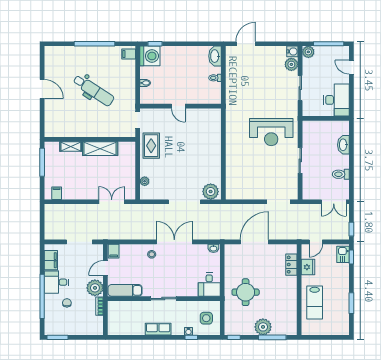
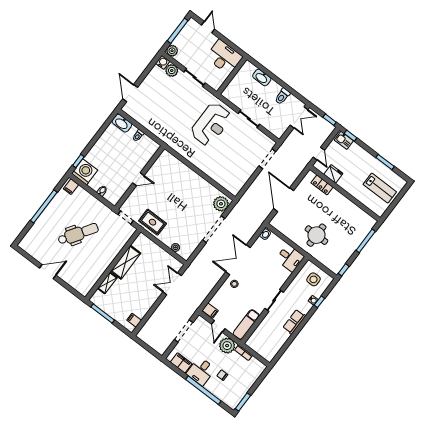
door: (351, 67) -> (208, 27), swing flipped
lab bench: (315, 302) -> (380, 188), moved
plant: (263, 327) -> (352, 242), removed

